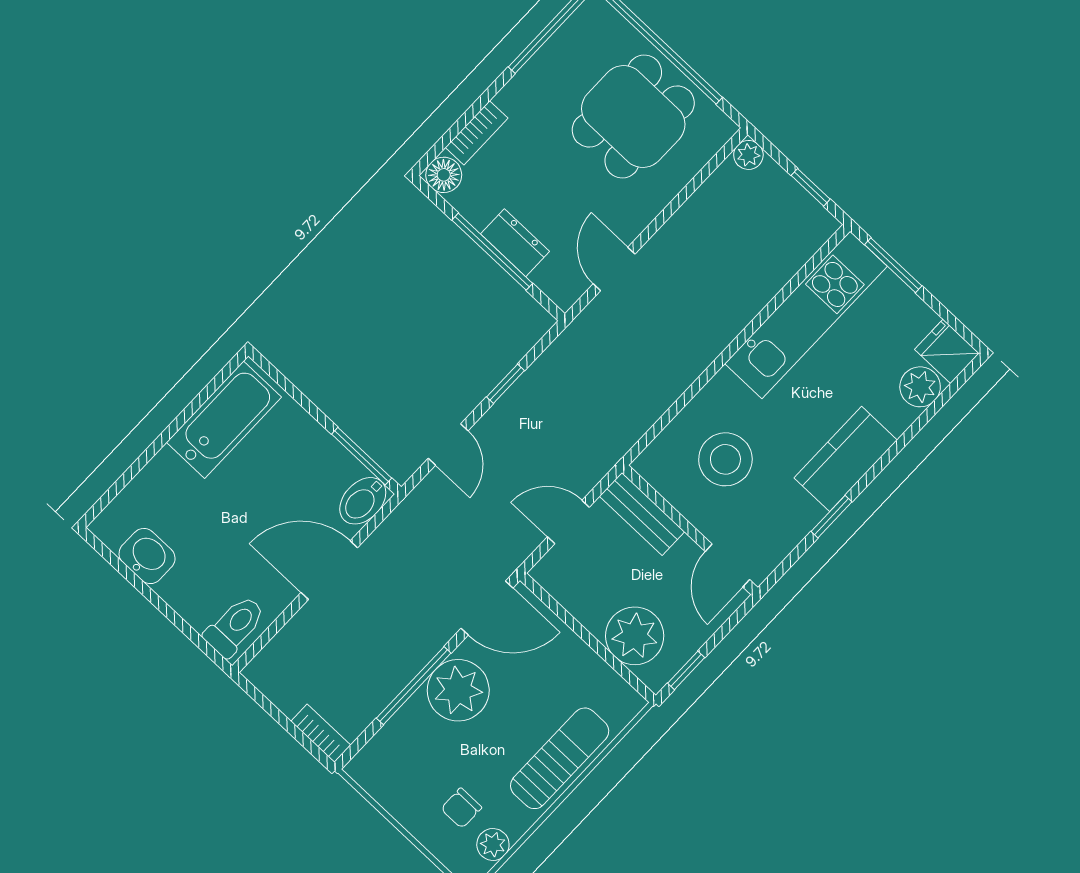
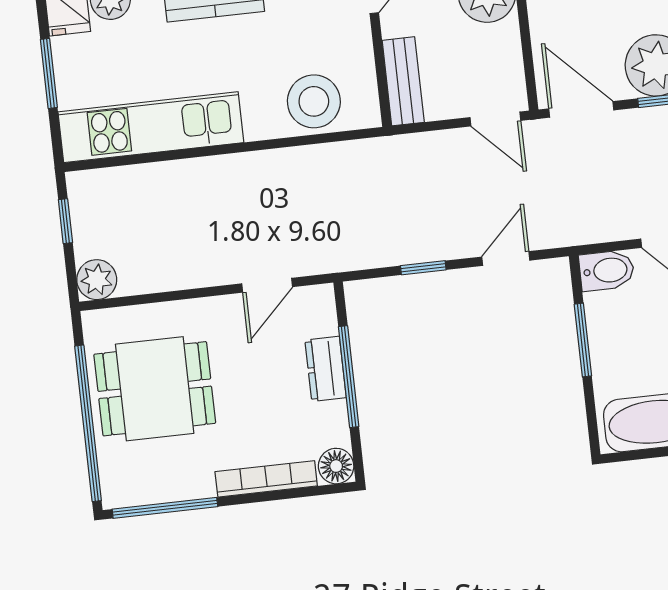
bookcase: (477, 133) -> (266, 479), width x1.56
plant: (748, 155) -> (97, 280), width x1.38, depth x1.38
window: (893, 265) -> (49, 73), moved
window: (362, 456) -> (583, 340), moved
stool: (725, 459) -> (314, 101), moved
door: (568, 522) -> (495, 119), moved

